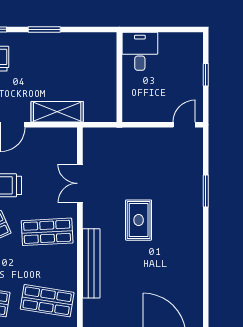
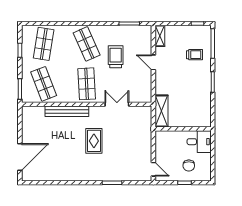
chair: (178, 68) -> (189, 166), added
shelving: (57, 112) -> (161, 111), moved
rug: (139, 220) -> (94, 141), turned 90
shop shelf: (47, 301) -> (44, 84), turned -30

